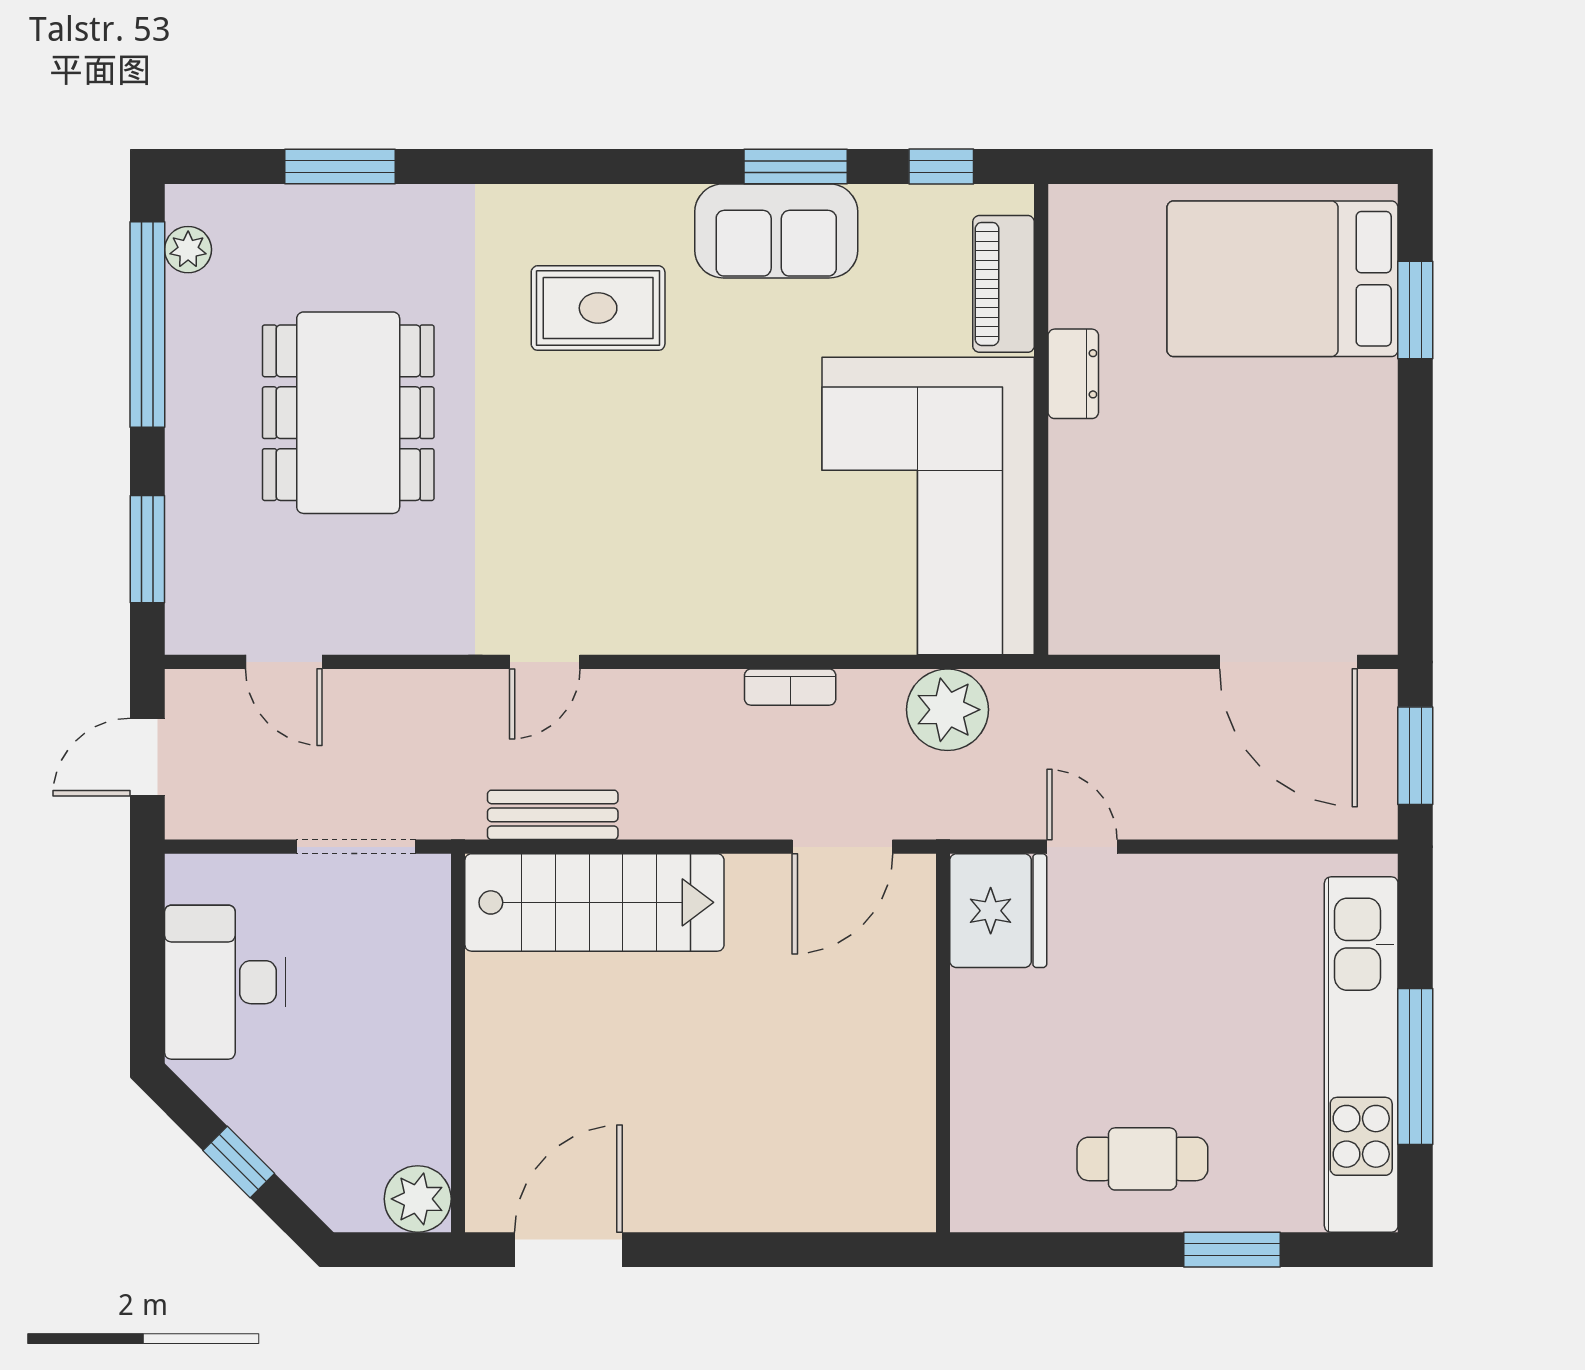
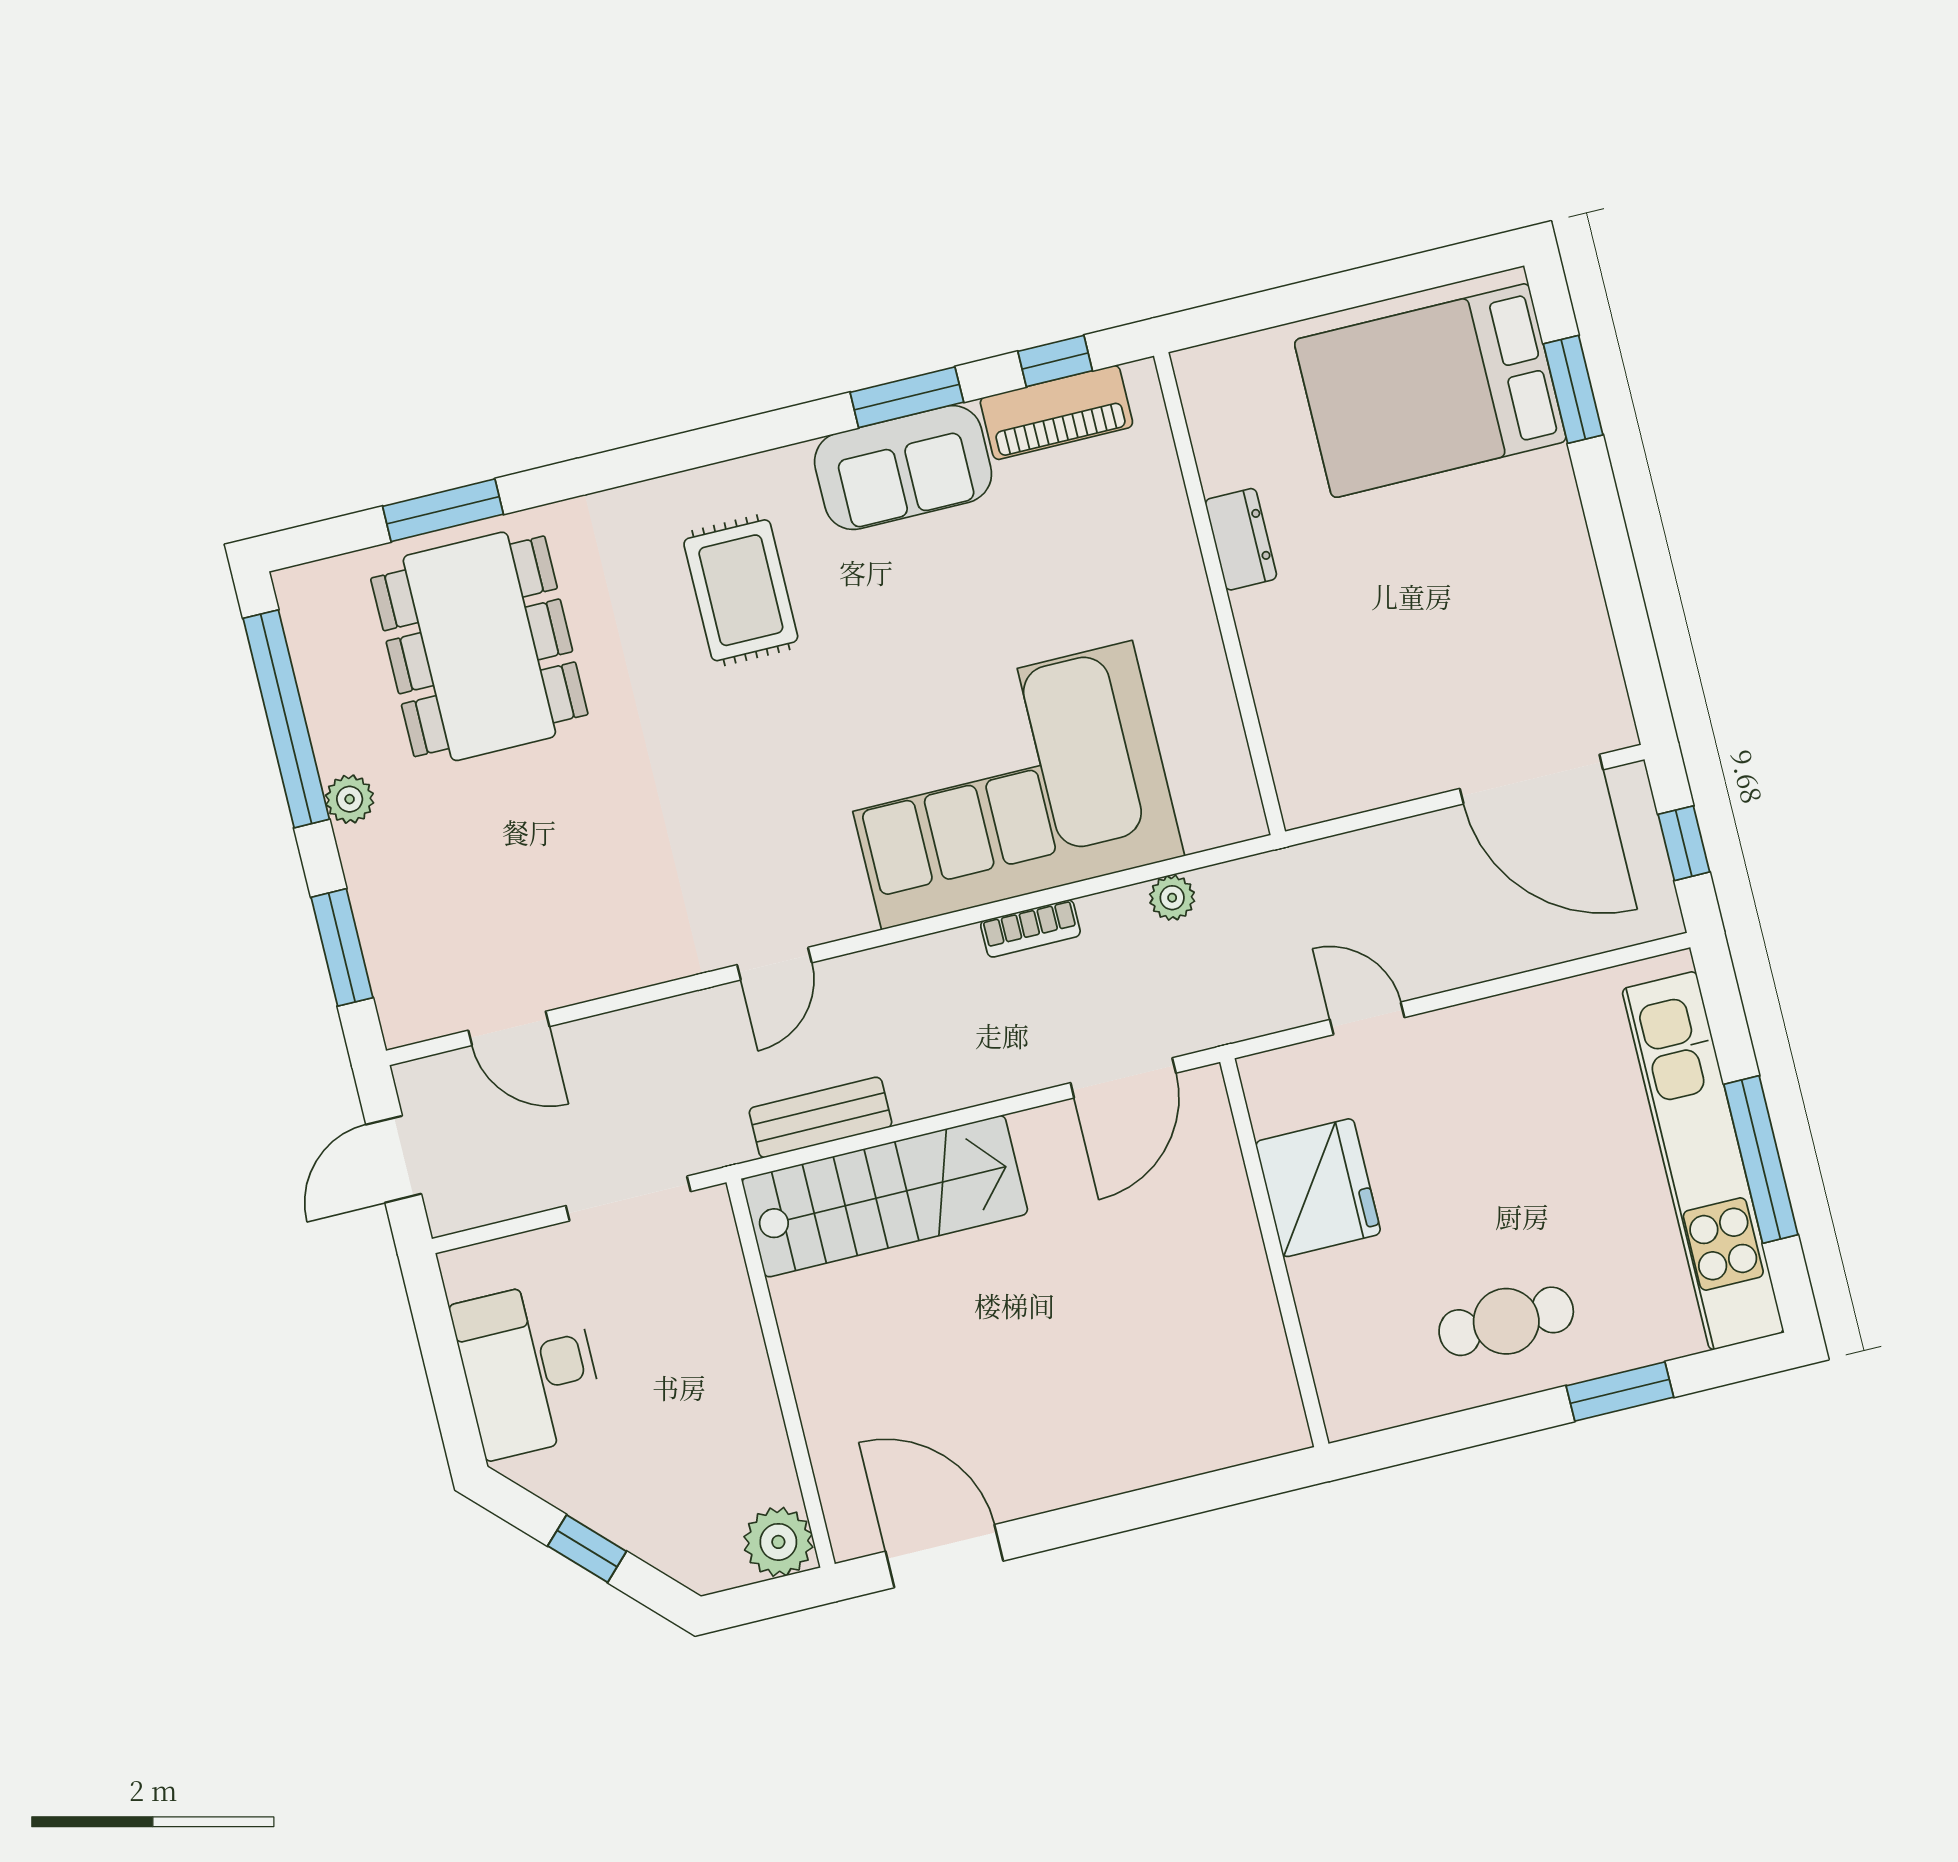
plant: (188, 250) -> (350, 799), moved
piano: (1004, 284) -> (1056, 412), moved, turned -90
rug: (598, 308) -> (741, 590), turned 90
dining table: (348, 413) -> (479, 646), moved
corner sofa: (928, 506) -> (1007, 785), moved, turned 90
plant: (948, 710) -> (1172, 898), width x0.53, depth x0.53
window: (1415, 756) -> (1684, 843), width x0.67
fridge: (998, 911) -> (1318, 1188), moved
door: (568, 1250) -> (944, 1556), hinge flipped

